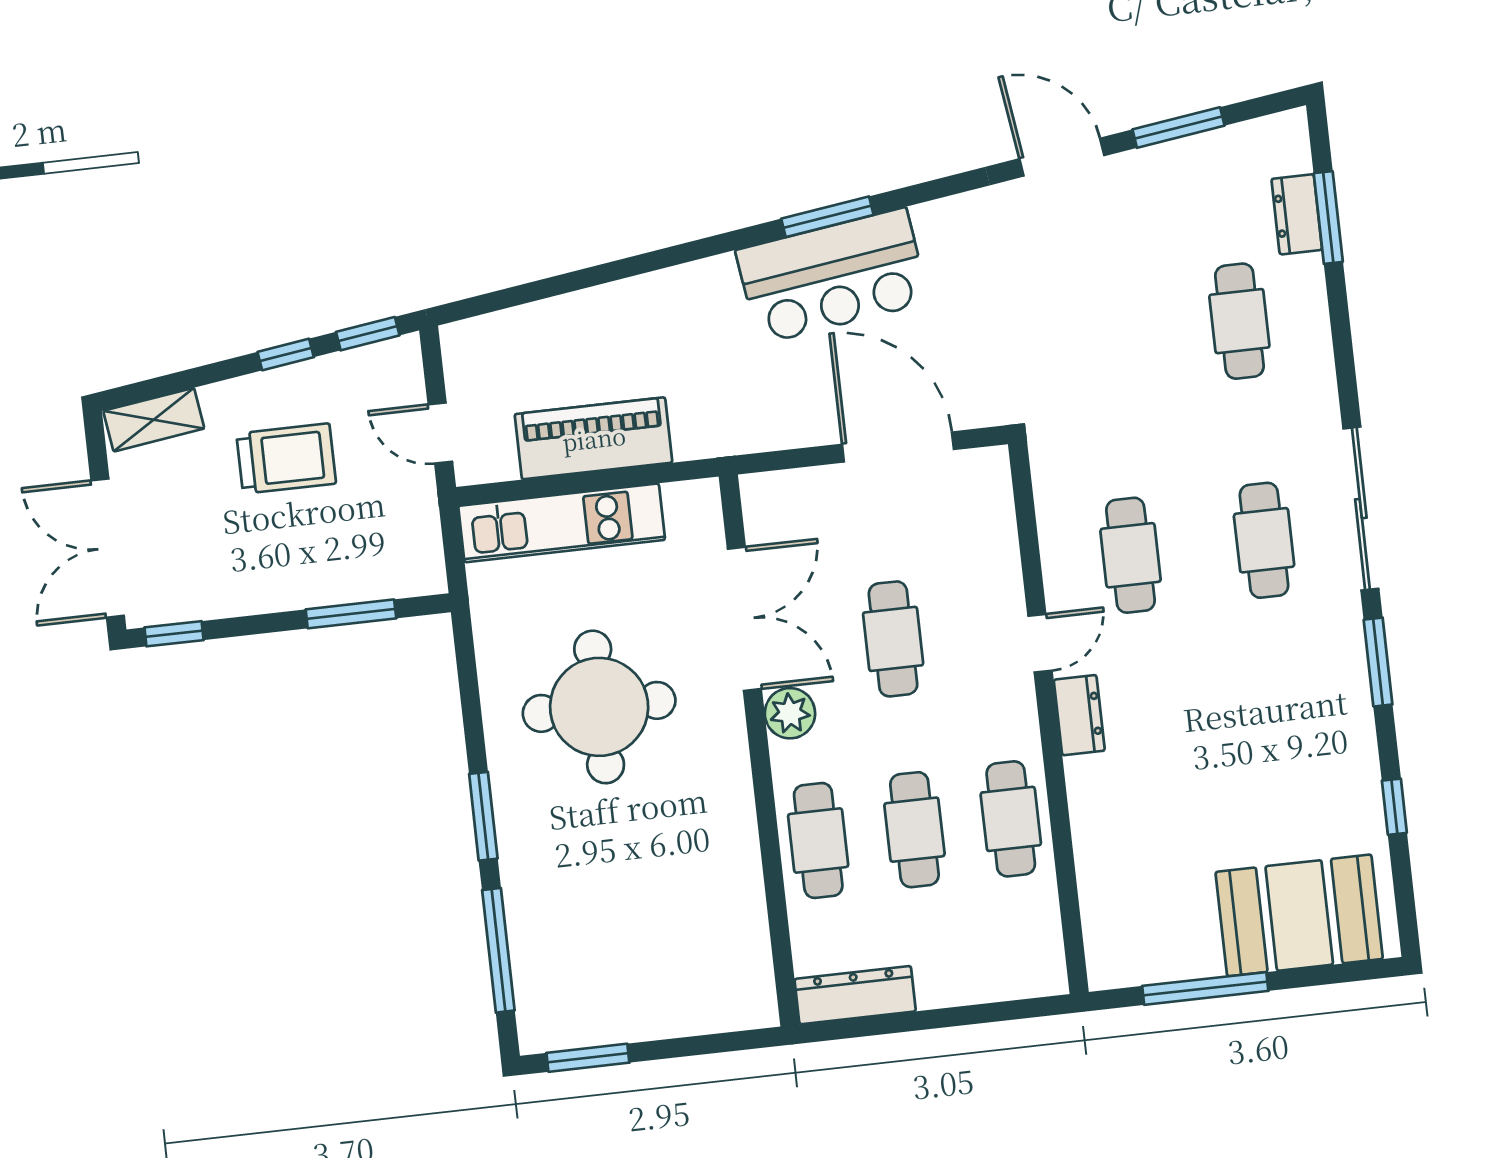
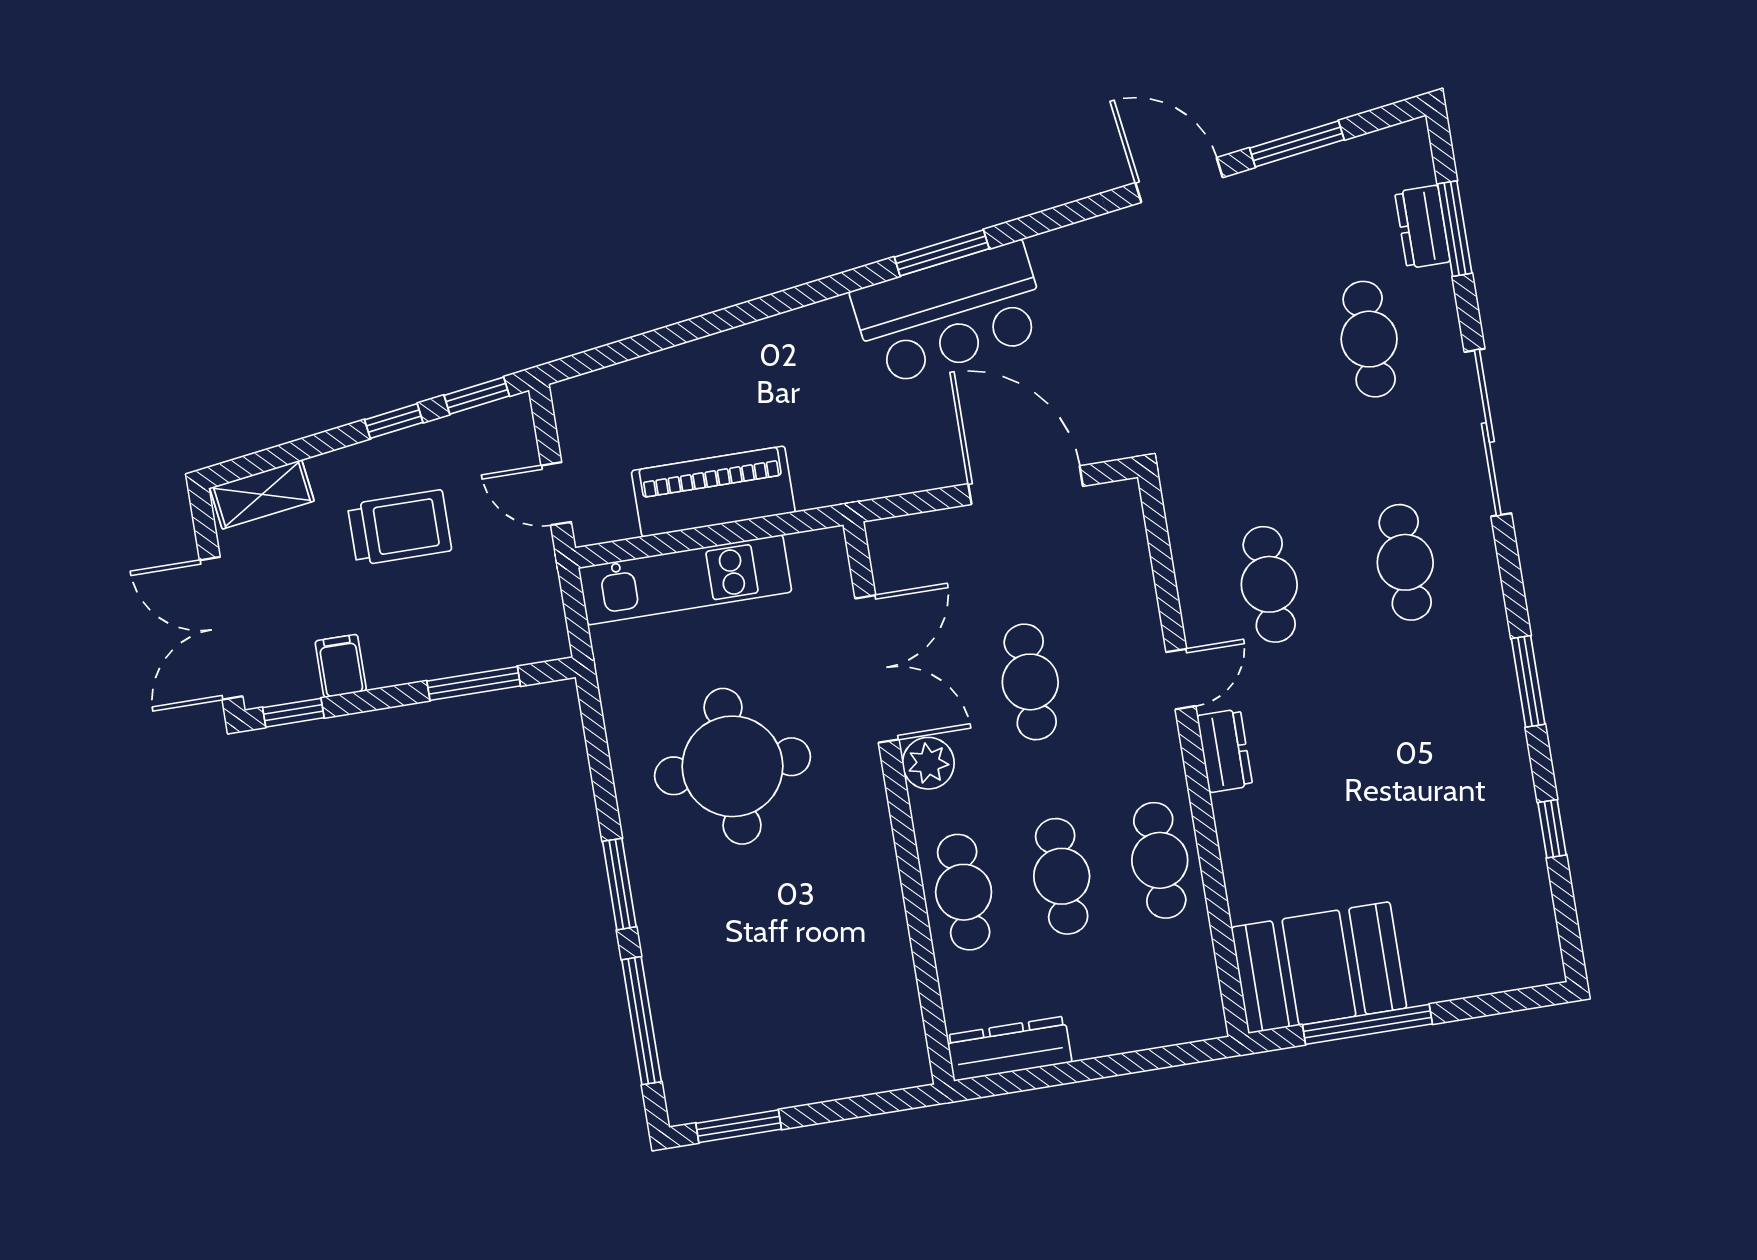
sliding door: (1361, 509) -> (1488, 433), moved
filing cabinet: (222, 590) -> (341, 666), added
booth: (1299, 915) -> (1319, 968), moved

